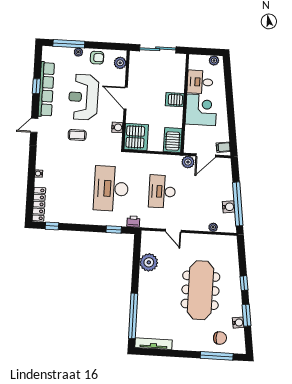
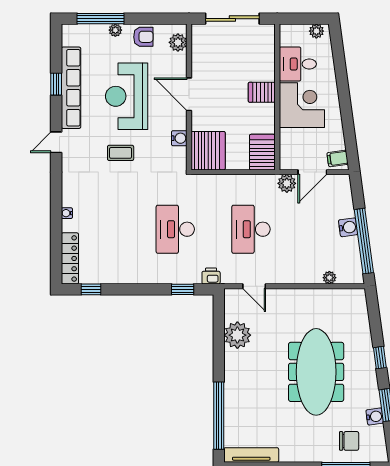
desk: (111, 189) -> (175, 229), width x0.73, depth x0.77
water cooler: (229, 207) -> (348, 227), moved
door: (173, 231) -> (254, 286), moved

